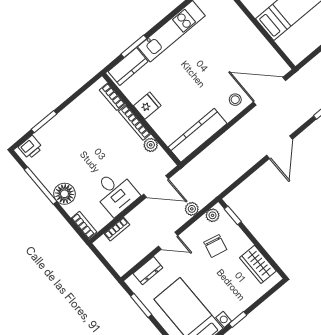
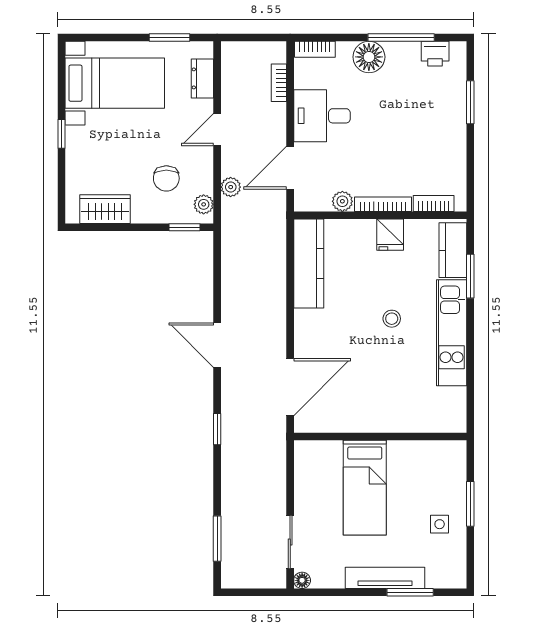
stool: (235, 100) -> (392, 319), moved
printer: (30, 147) -> (435, 54), moved, turned -90
chair: (215, 246) -> (166, 178), turned -103

